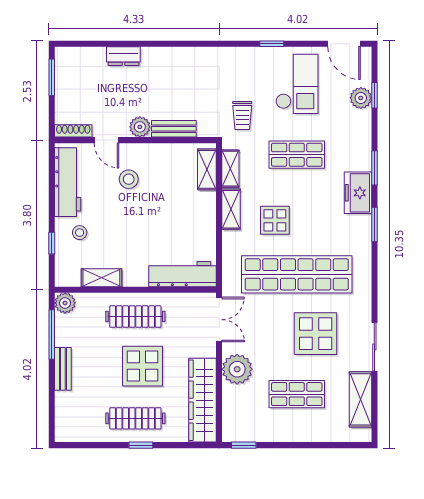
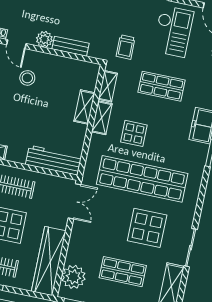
shelving: (207, 169) -> (84, 107), moved
plant: (237, 369) -> (73, 277), moved

